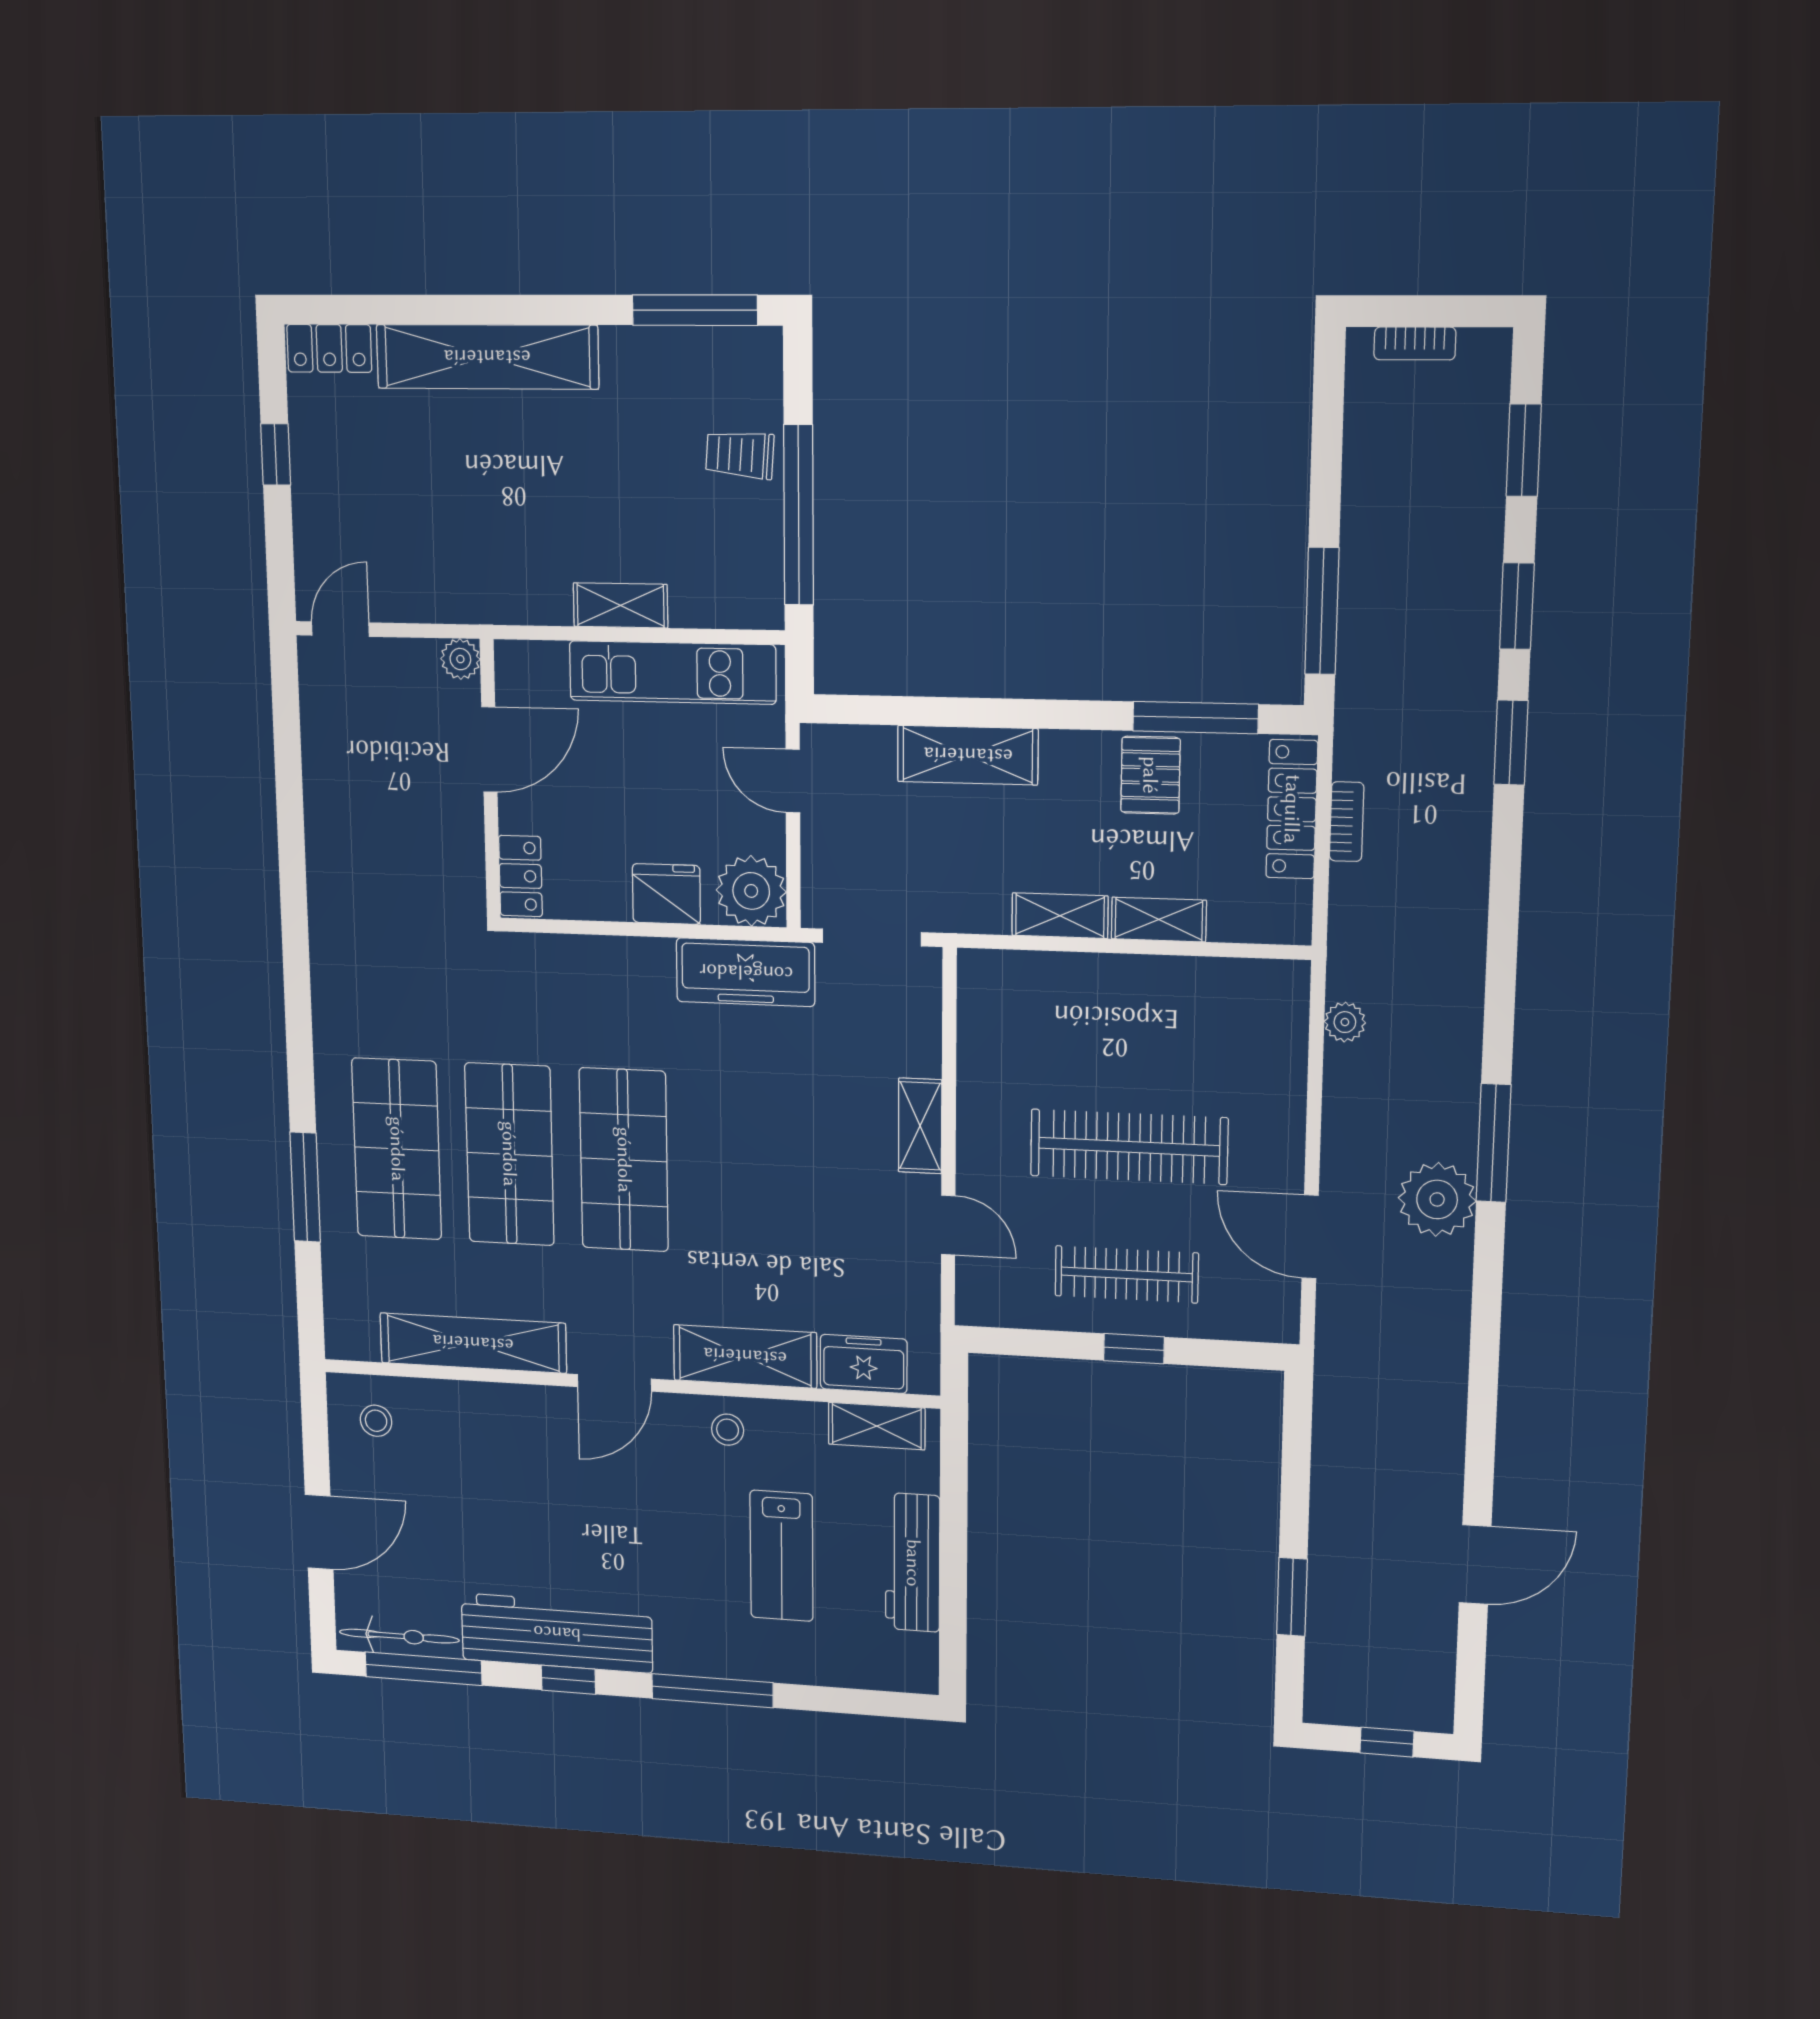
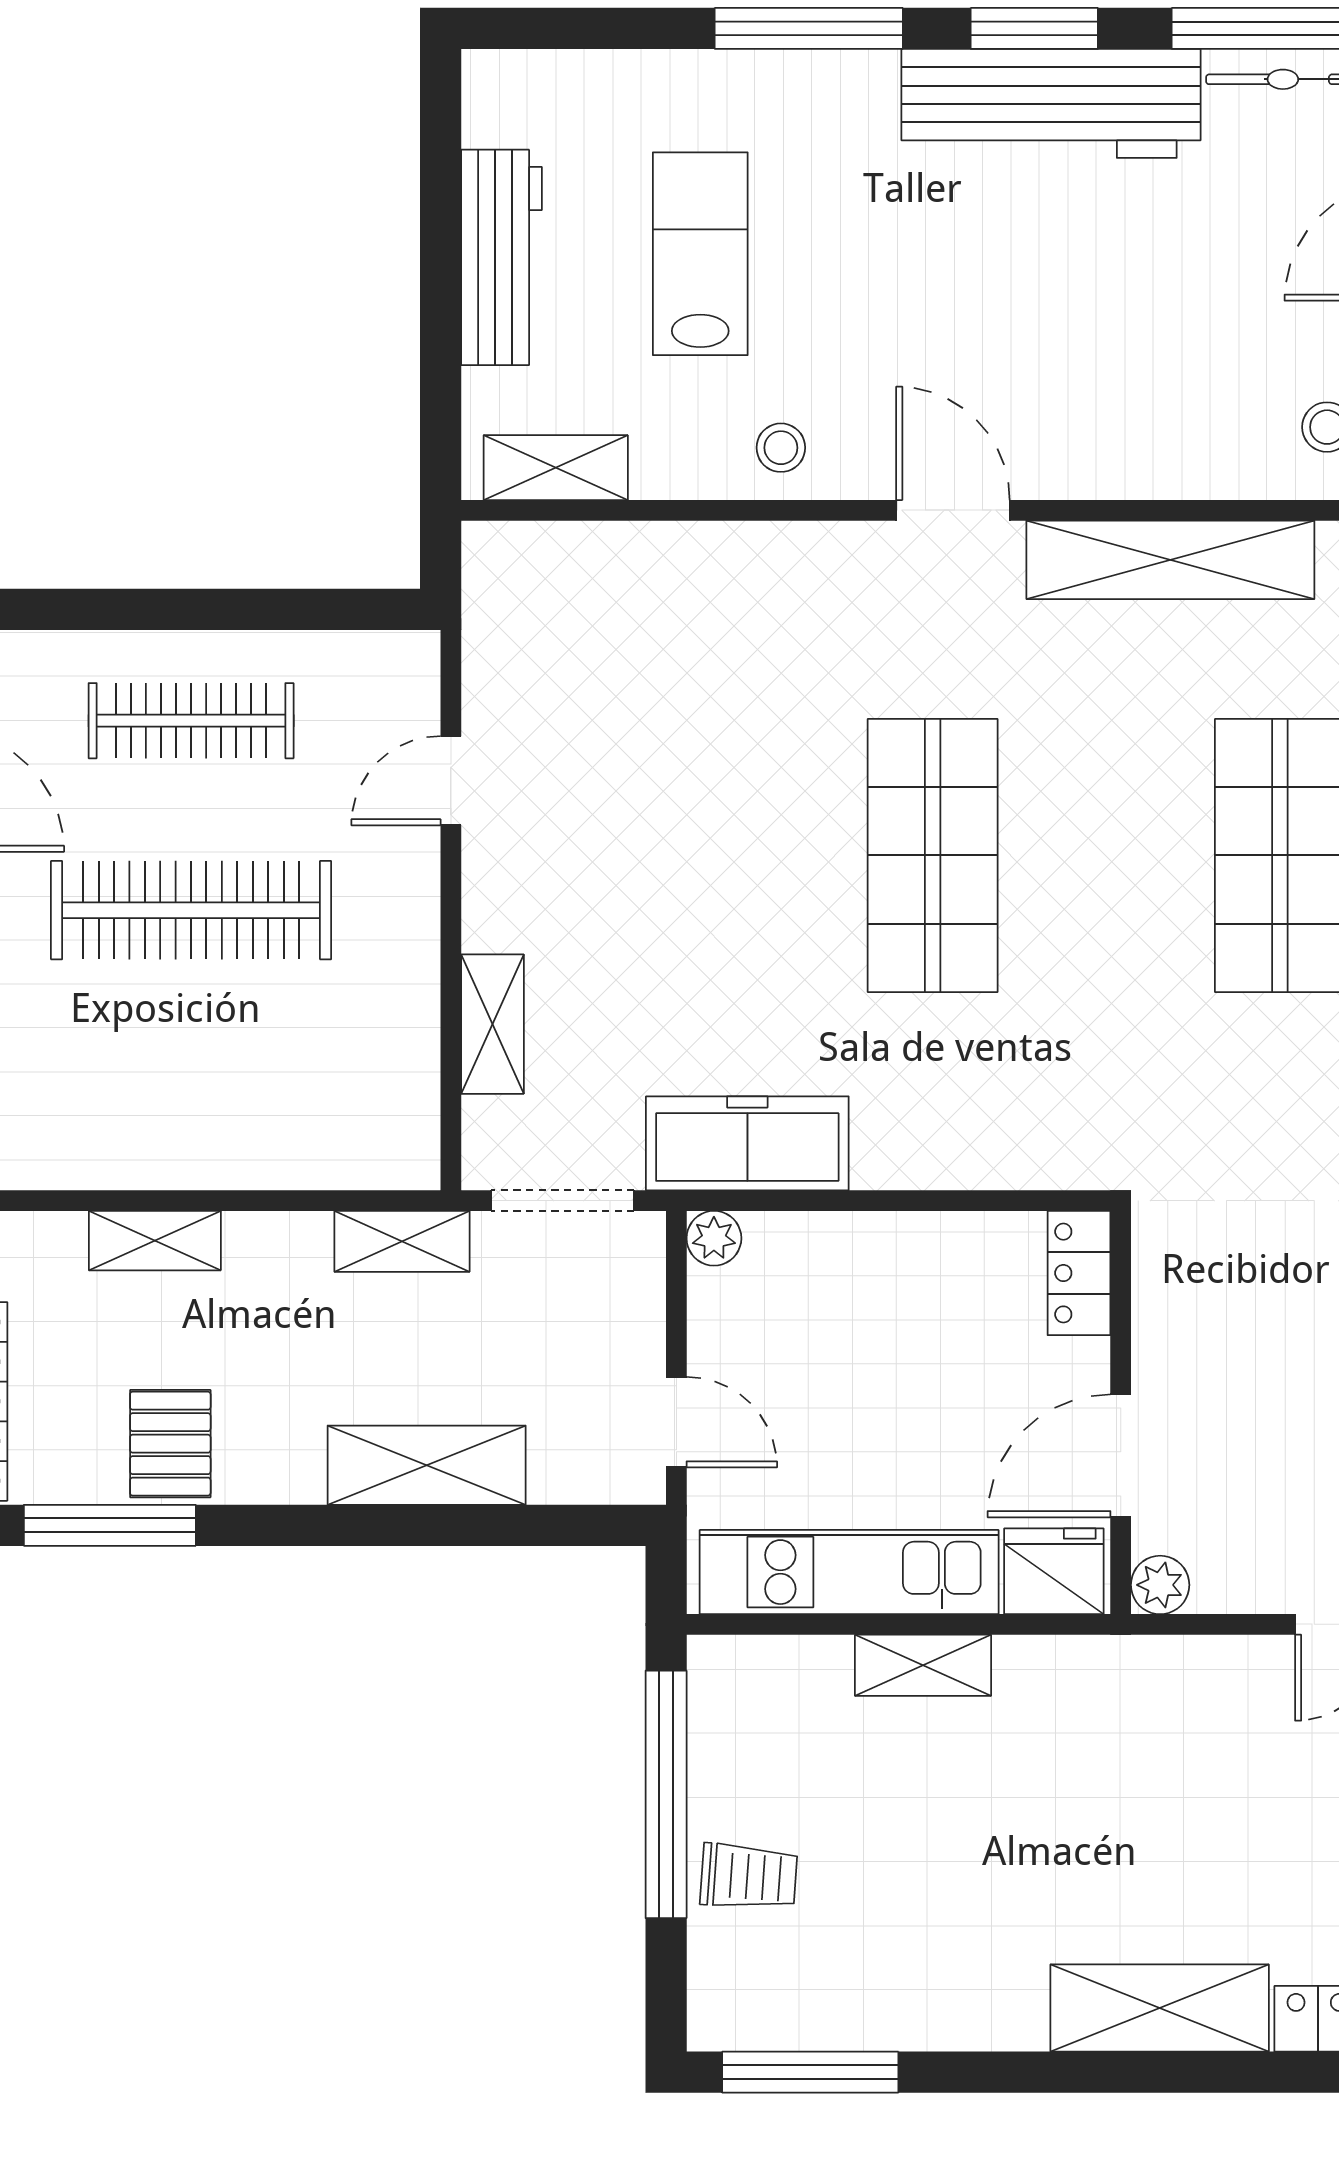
shelving: (487, 357) -> (1160, 2008), width x0.68
plant: (751, 891) -> (714, 1238), width x0.53, depth x0.53
fridge: (666, 894) -> (1054, 1571), moved, turned 180
shelving: (1060, 916) -> (402, 1241), moved
shelving: (920, 1126) -> (492, 1024), moved
shop shelf: (509, 1154) -> (1106, 855), removed
door: (948, 1225) -> (451, 781), hinge flipped
window: (1134, 1349) -> (179, 609), removed
shelving: (745, 1356) -> (753, 564), removed
freezer: (864, 1364) -> (575, 563), removed
door: (614, 1383) -> (953, 510), hinge flipped
window: (568, 1680) -> (1034, 28), width x1.50

